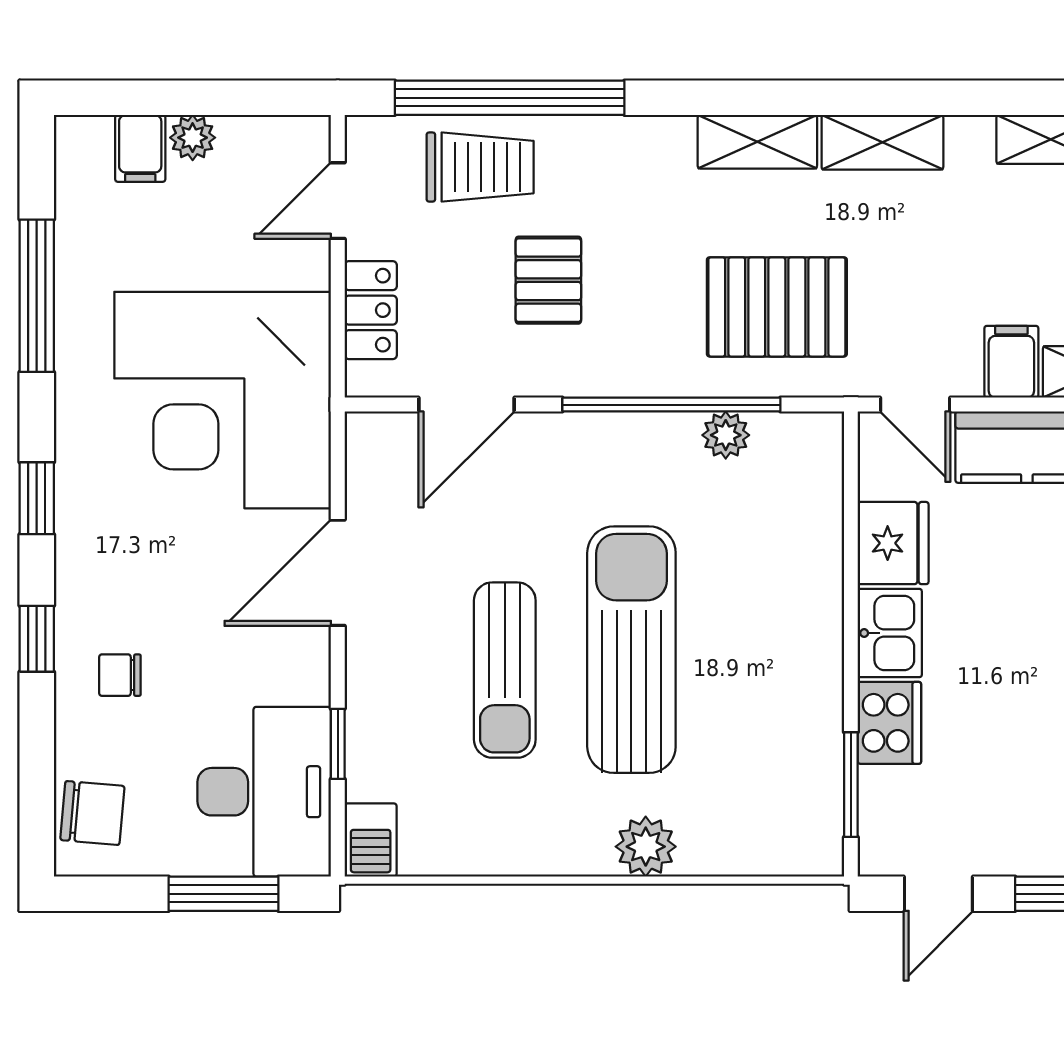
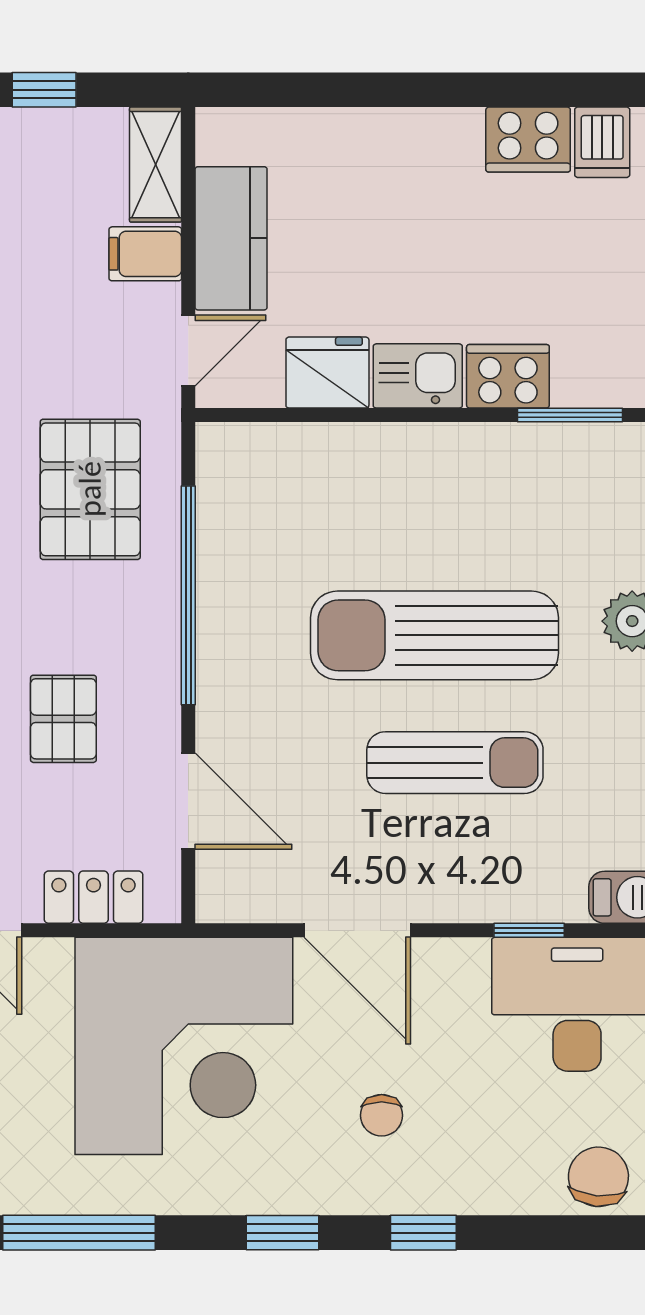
pallet: (548, 280) -> (63, 719), turned 90
plant: (726, 435) -> (219, 541), removed
chair: (120, 675) -> (382, 1115), moved

